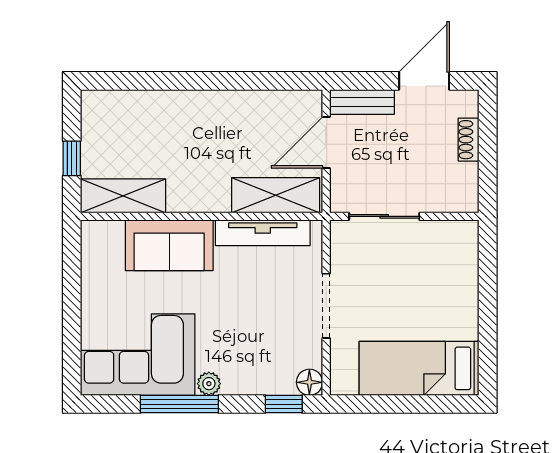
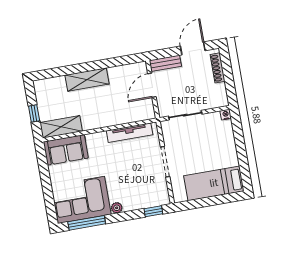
shoe rack: (469, 140) -> (218, 68), width x1.43
shelving: (276, 195) -> (87, 80), moved
nightstand: (468, 230) -> (226, 115), added
sofa: (169, 245) -> (66, 150), moved
floor lamp: (309, 382) -> (164, 199), removed
window: (179, 404) -> (87, 223), moved

